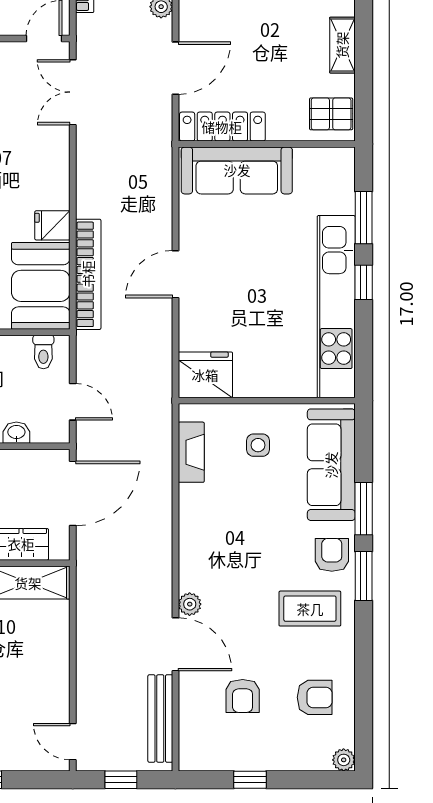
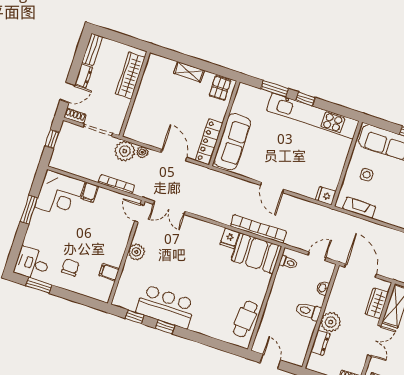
fridge: (205, 375) -> (326, 196), width x0.53, depth x0.75

